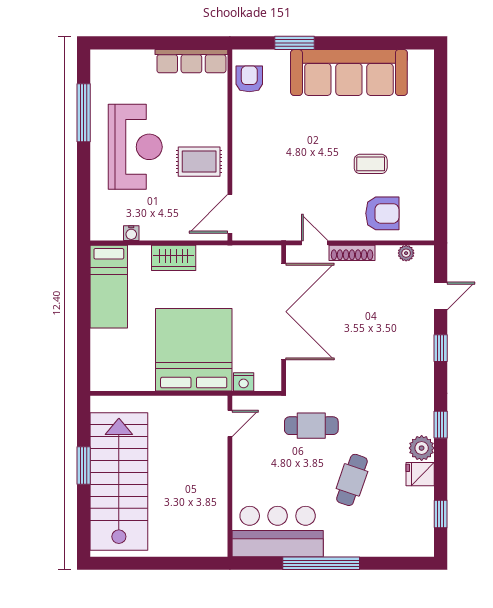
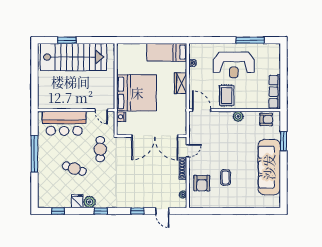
plant: (243, 138) -> (238, 116), added
window: (84, 465) -> (67, 40), moved
bar counter: (278, 531) -> (64, 123), moved, turned 90

